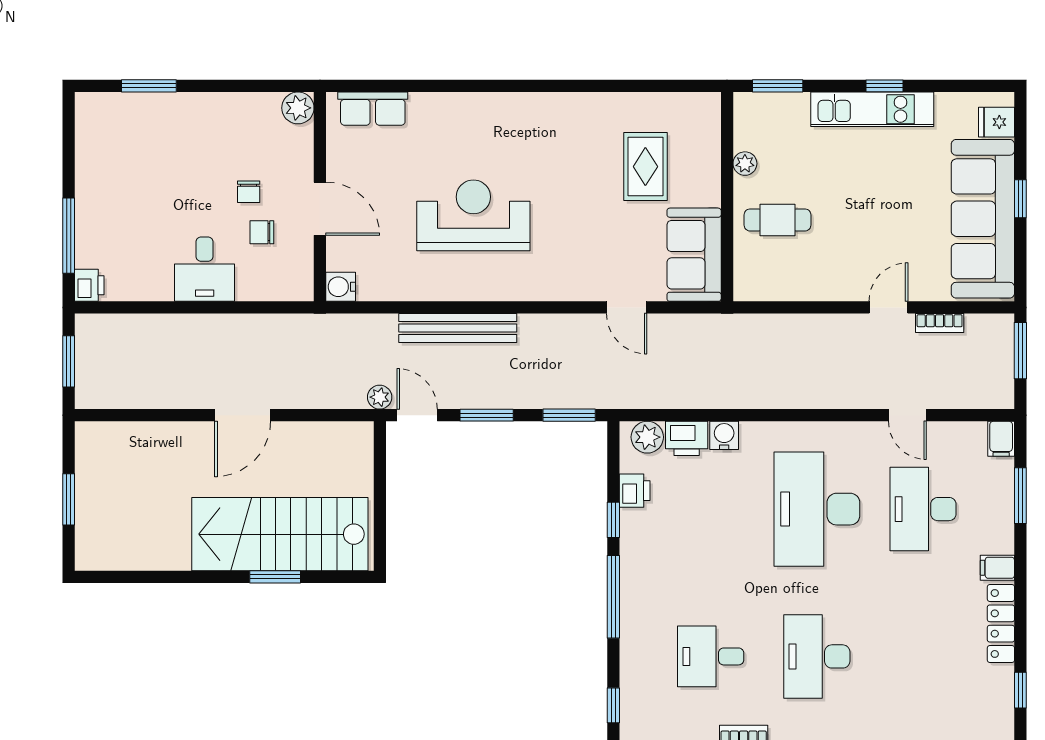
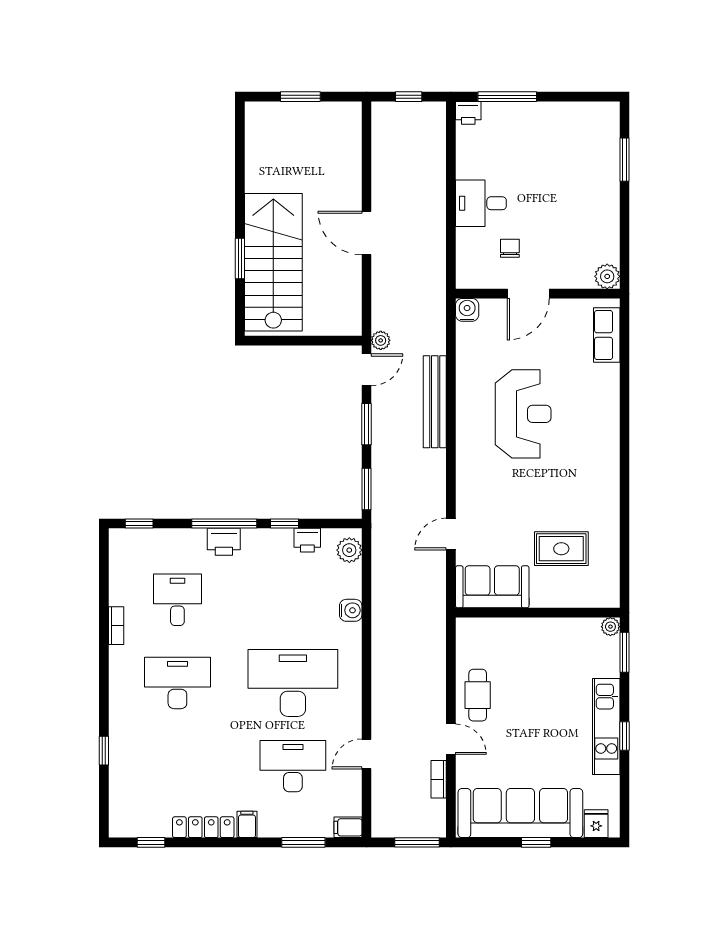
plant: (745, 164) -> (610, 627), moved
chair: (249, 192) -> (542, 238), removed
cafe table: (777, 220) -> (478, 695), moved
window: (69, 361) -> (409, 97), width x0.67
printer: (687, 438) -> (224, 542), moved, turned -90

